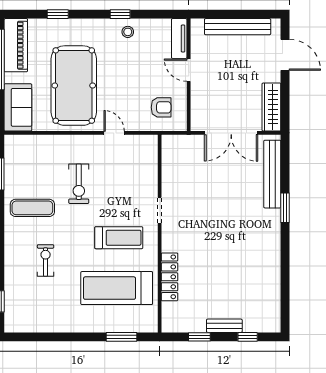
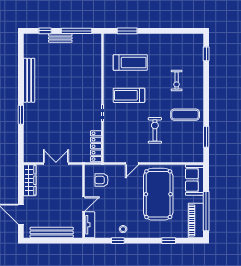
window: (120, 14) -> (118, 241), moved
door: (189, 70) -> (84, 204), hinge flipped
door: (114, 133) -> (132, 163), hinge flipped
double door: (231, 133) -> (56, 163), width x0.73
bench: (272, 174) -> (29, 80), moved
locker: (169, 277) -> (96, 146), moved
treadmill: (117, 288) -> (130, 63), width x0.73, depth x0.73
window: (199, 337) -> (76, 31), width x2.17

